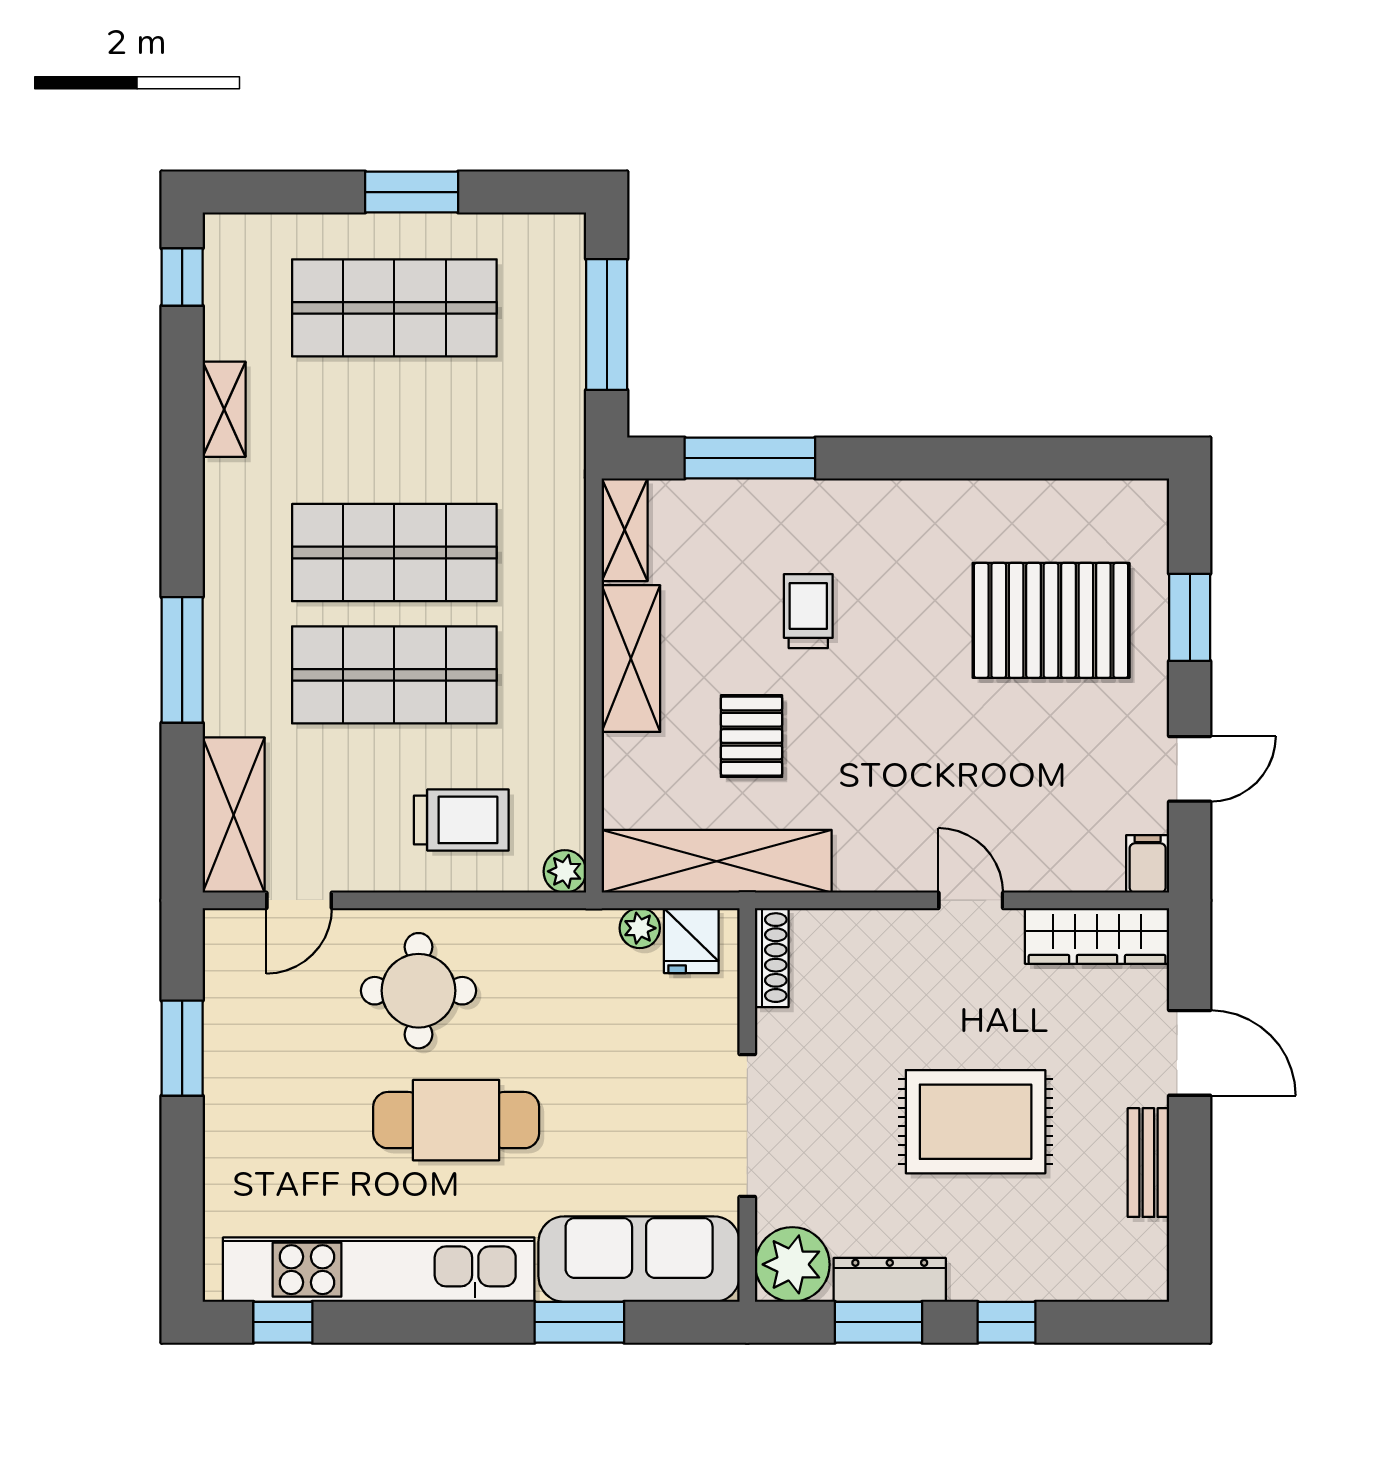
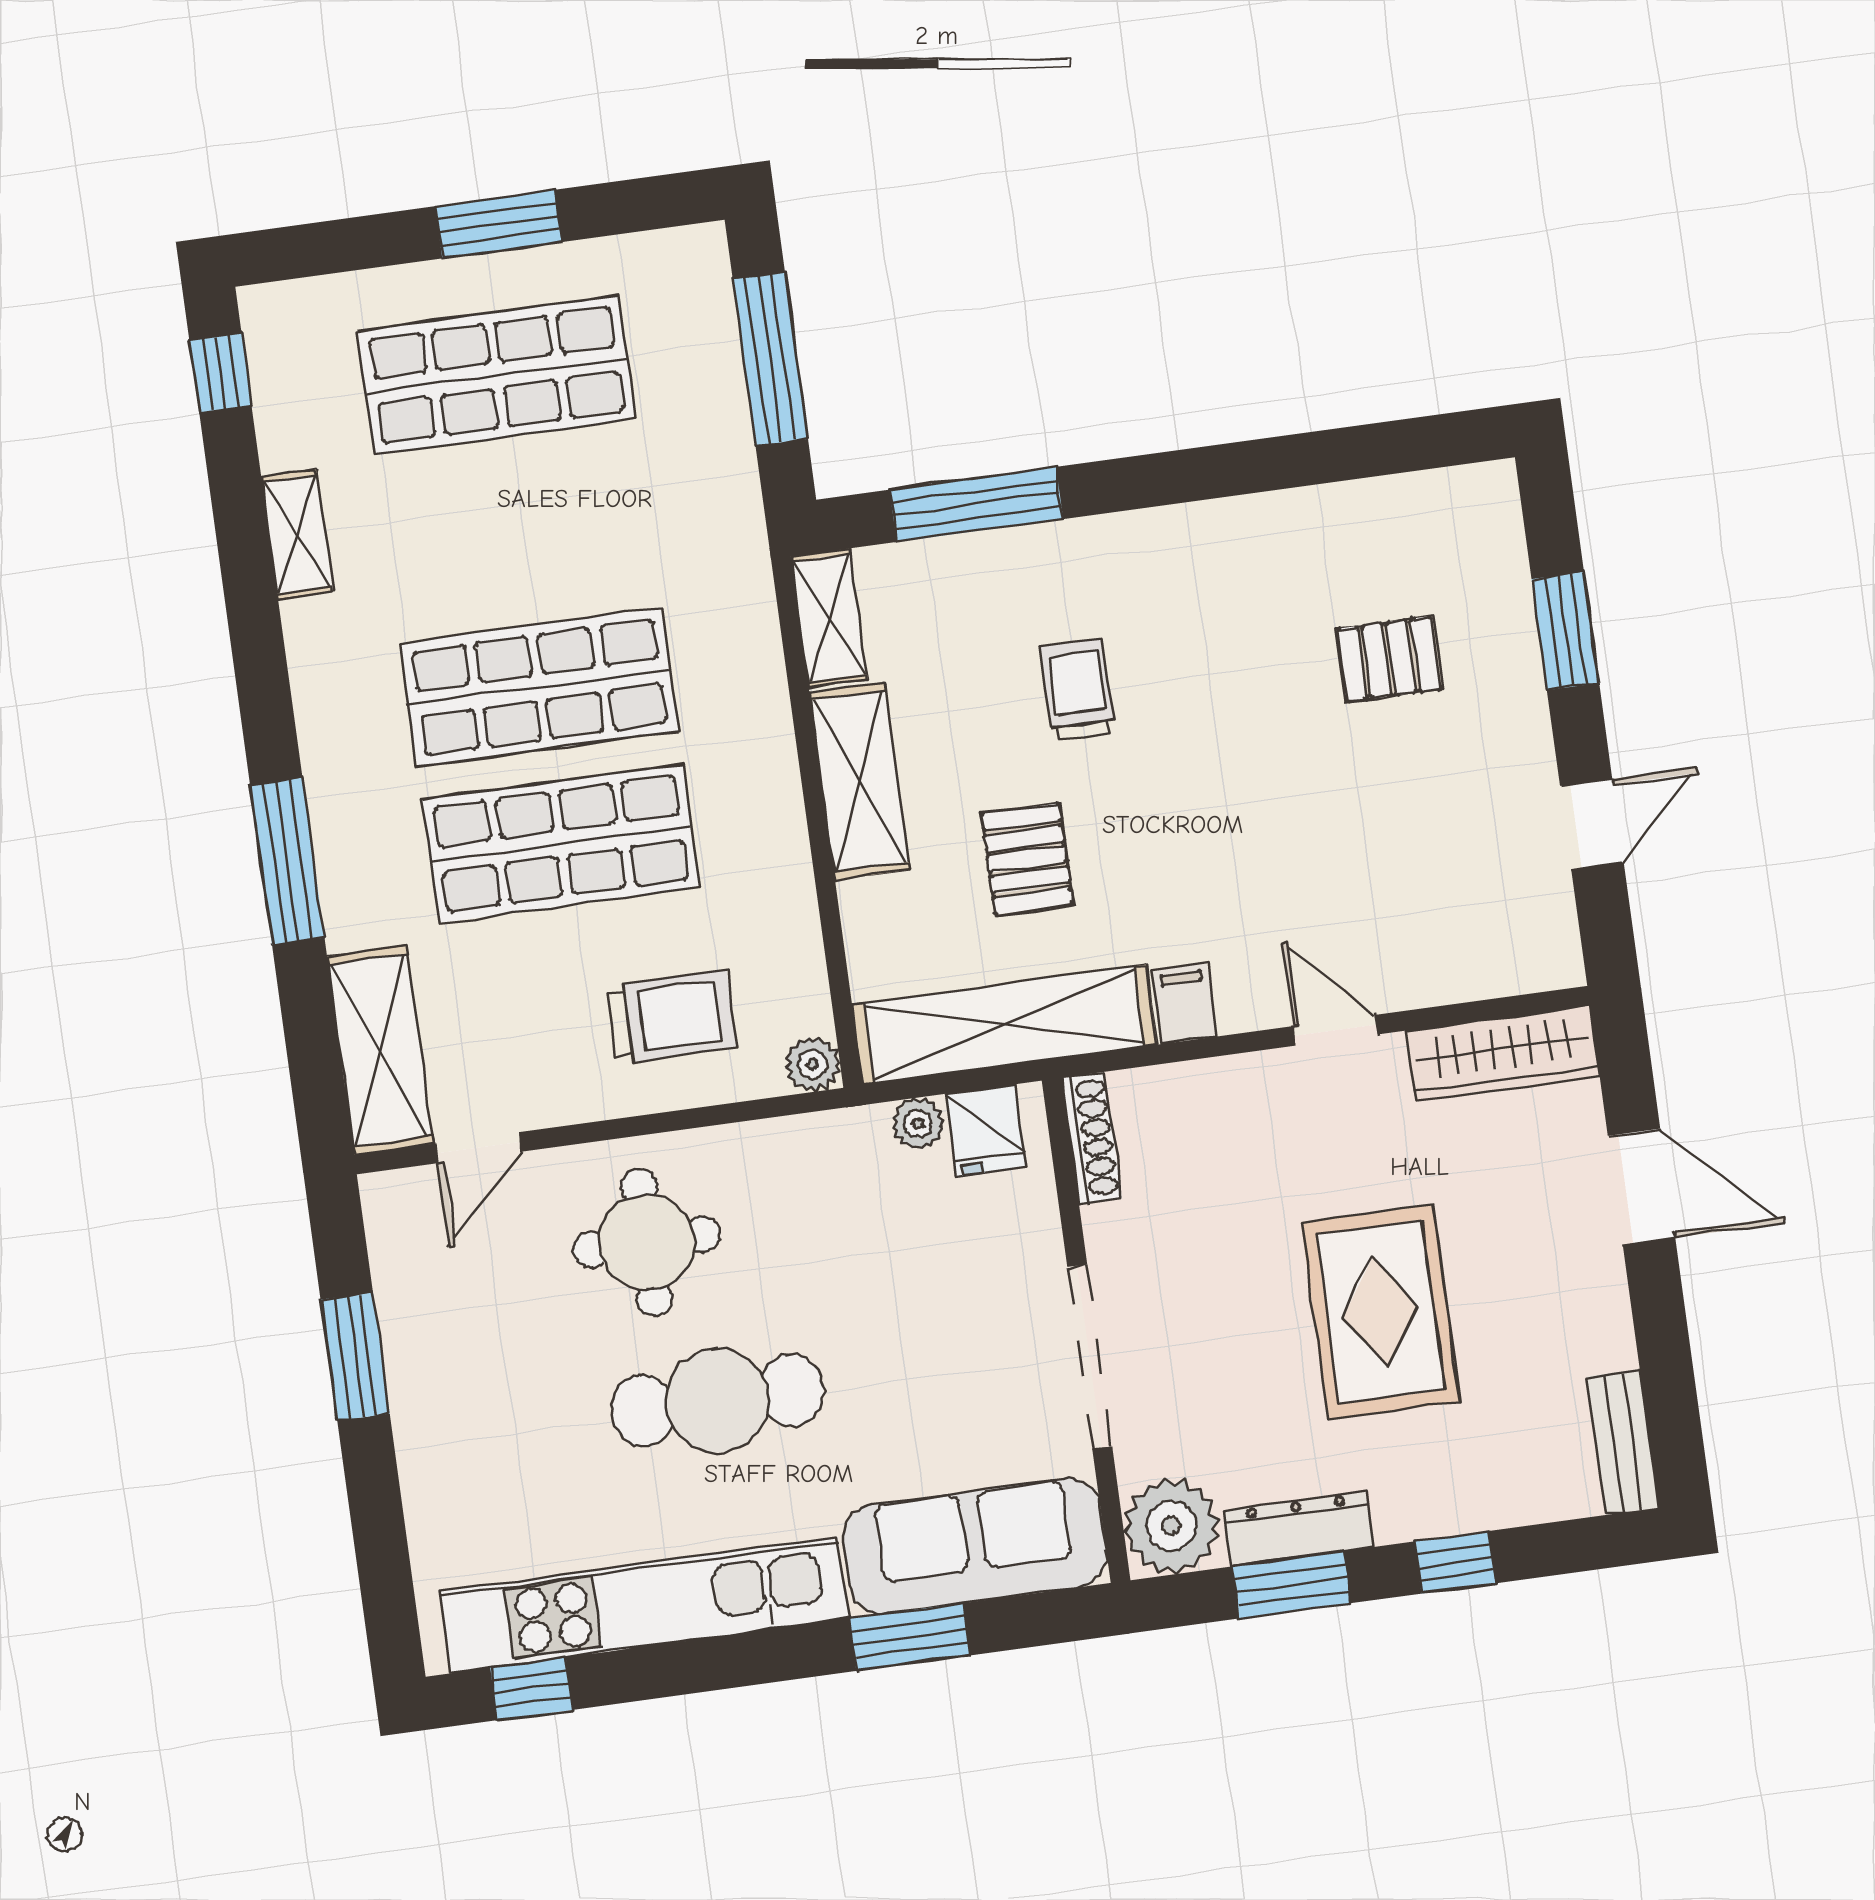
pallet: (1051, 620) -> (1389, 659), width x0.49, depth x0.50
filing cabinet: (1148, 864) -> (1185, 1004), moved
rug: (976, 1122) -> (1380, 1312), turned 90
bench: (1148, 1163) -> (1623, 1442), moved

